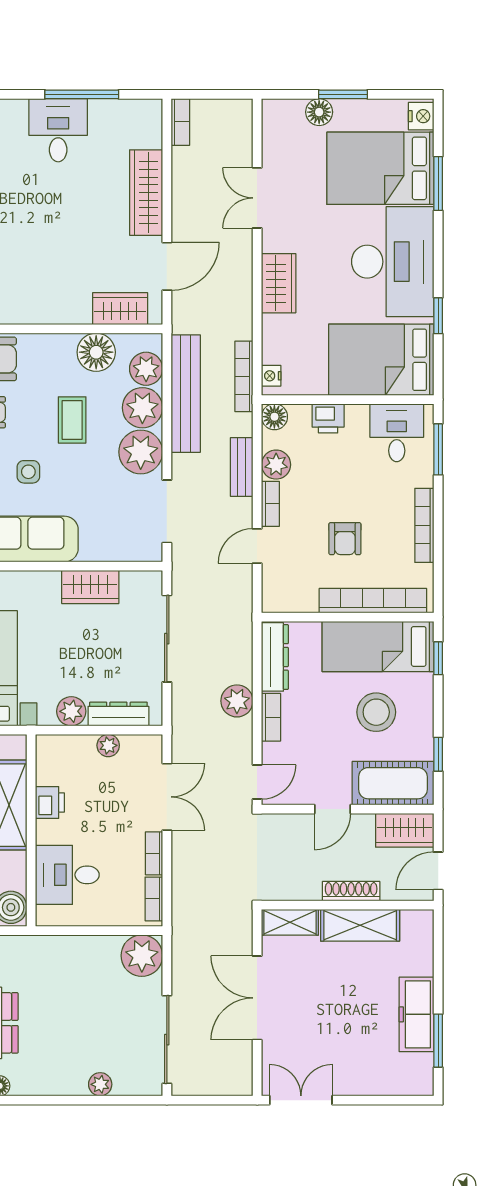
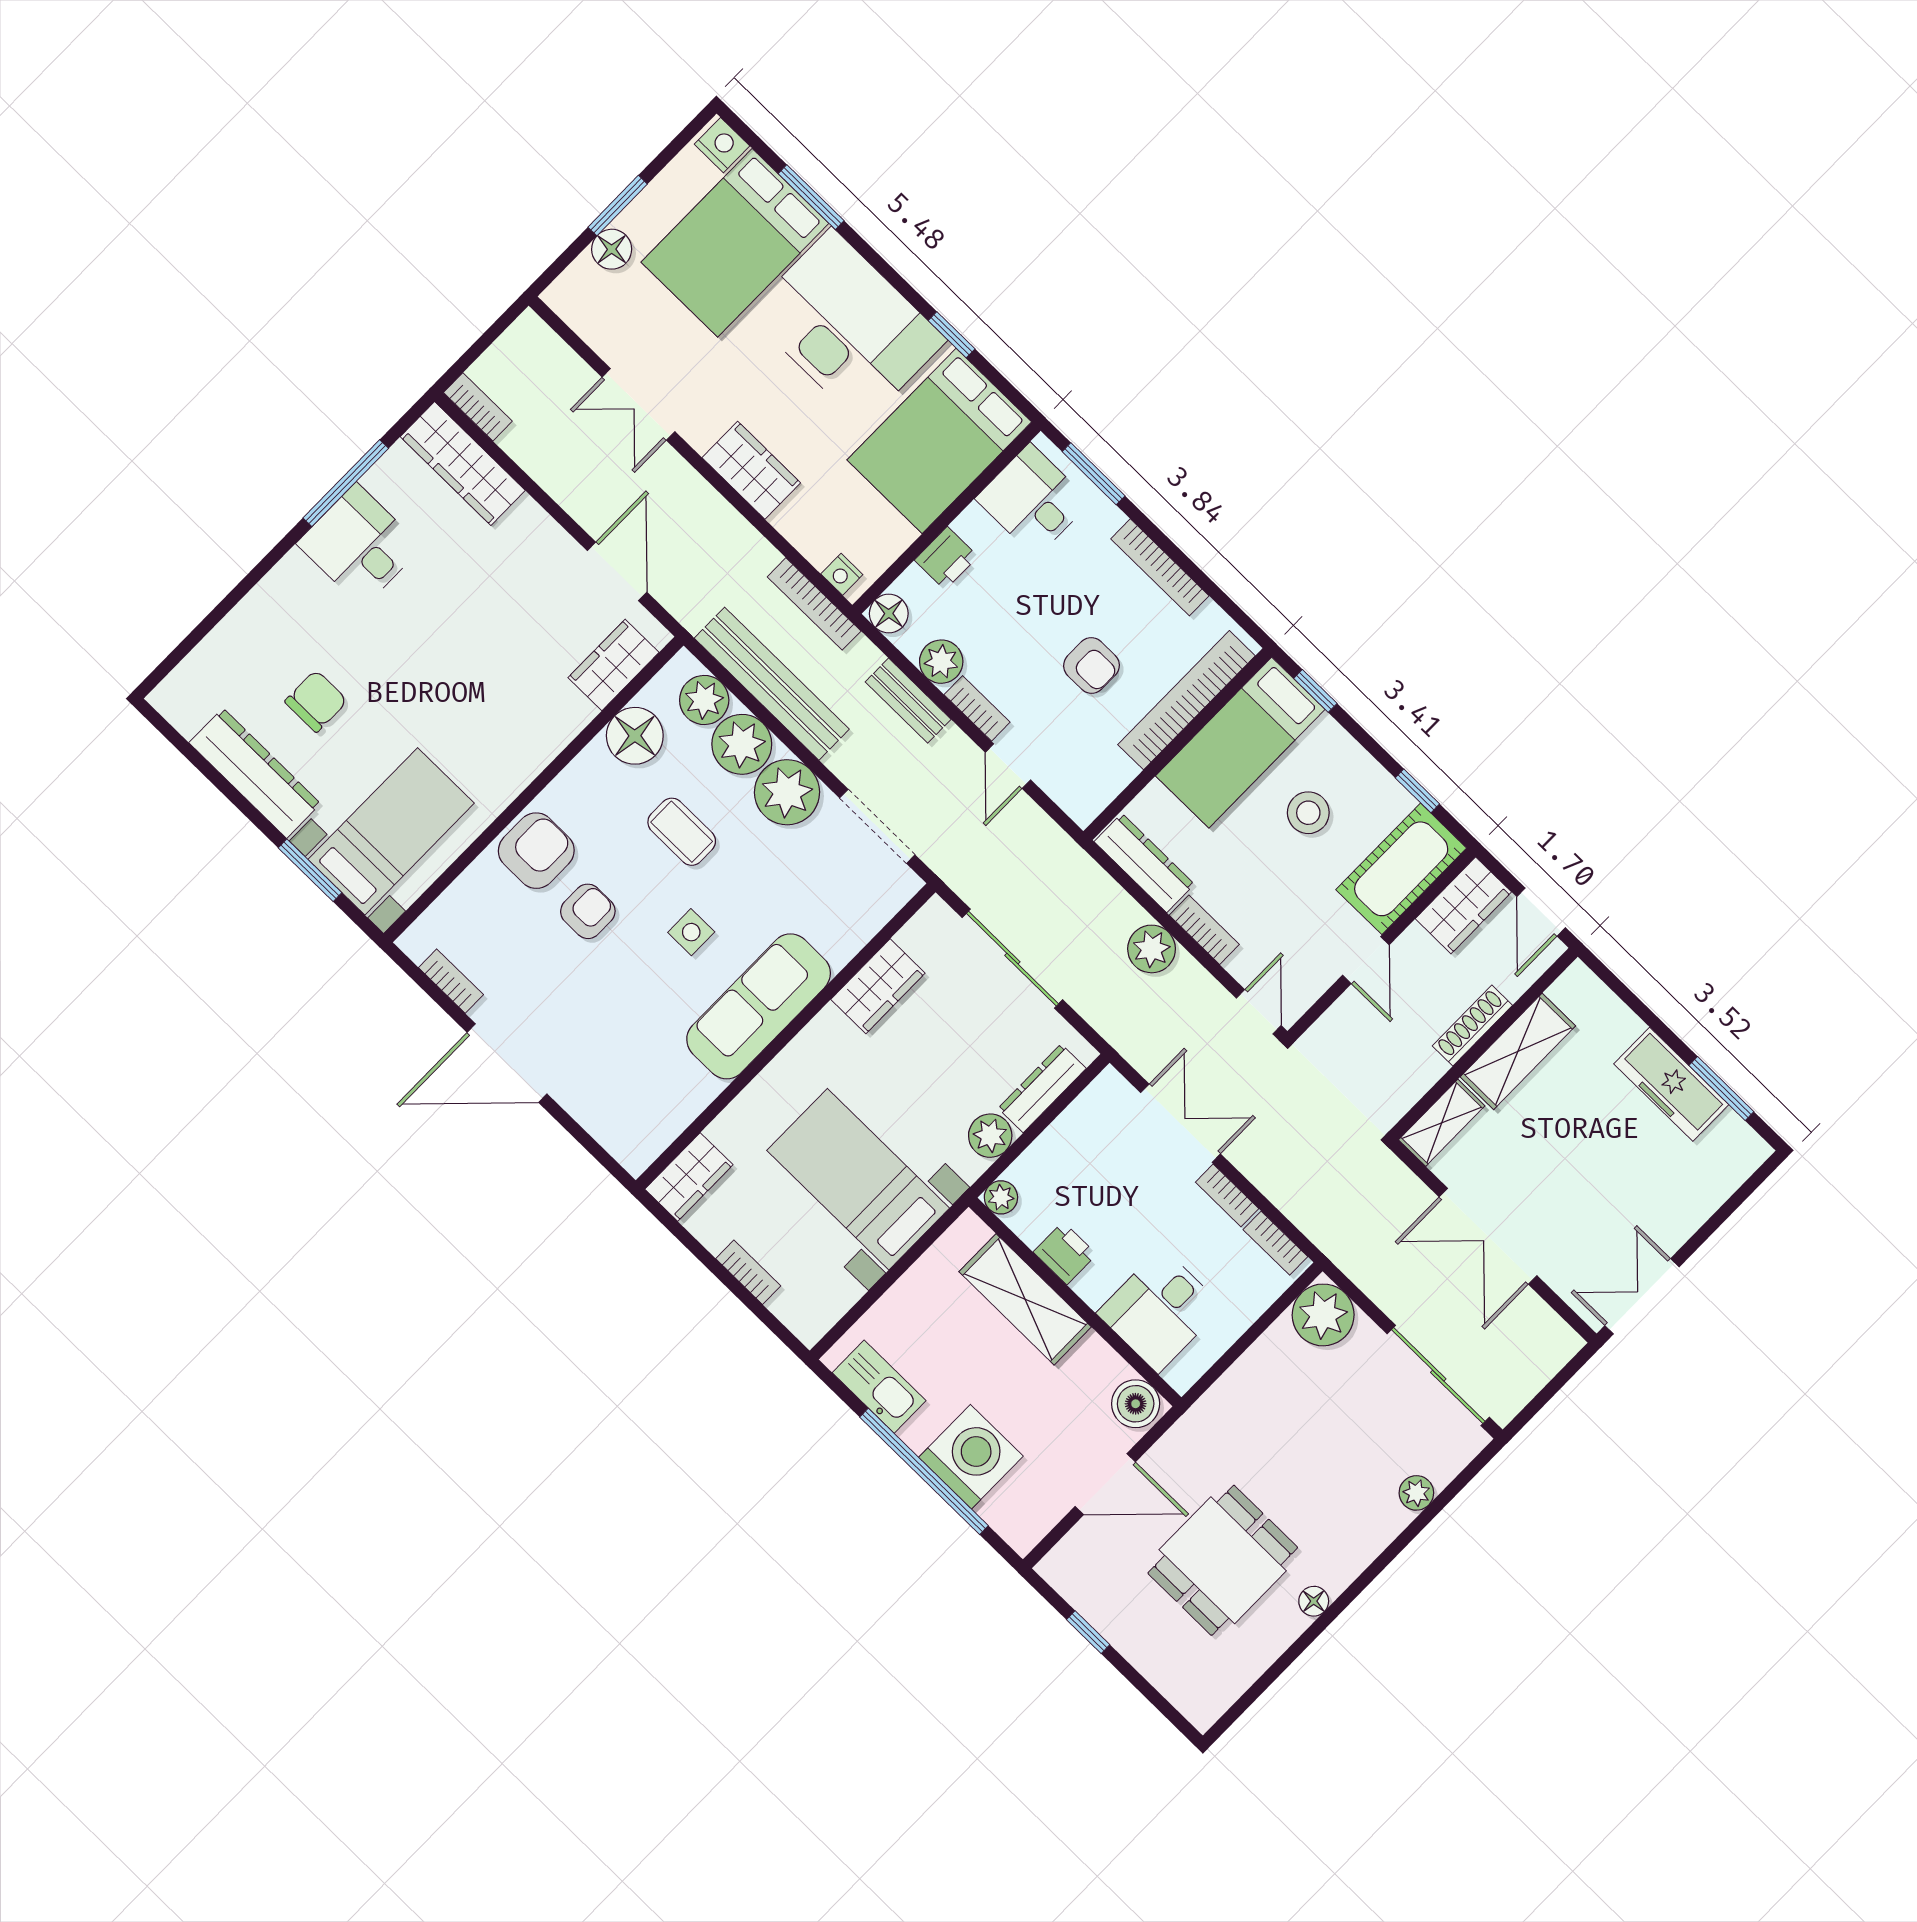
wardrobe: (146, 193) -> (463, 464), moved
stool: (376, 712) -> (1308, 813), width x0.73, depth x0.73
plant: (108, 745) -> (1001, 1197), moved

